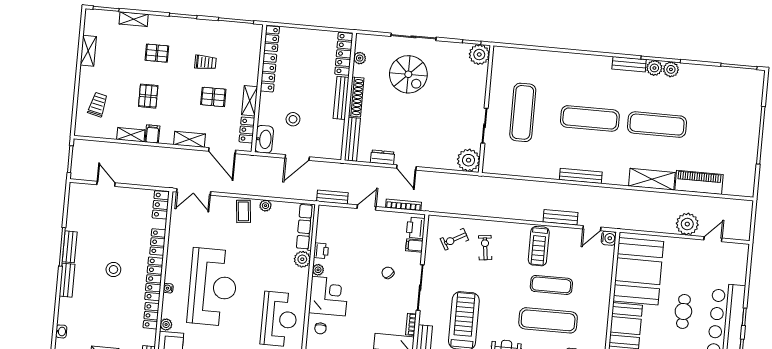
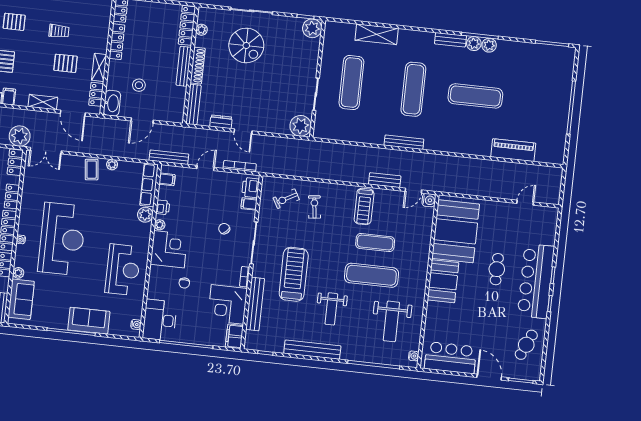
exercise mat: (590, 118) -> (413, 89), turned 90
shelving: (652, 179) -> (377, 34), moved
bench: (332, 197) -> (169, 157), width x1.36
filing cabinet: (325, 221) -> (167, 179), added
plant: (687, 224) -> (20, 136), moved
chair: (320, 328) -> (184, 283), moved

